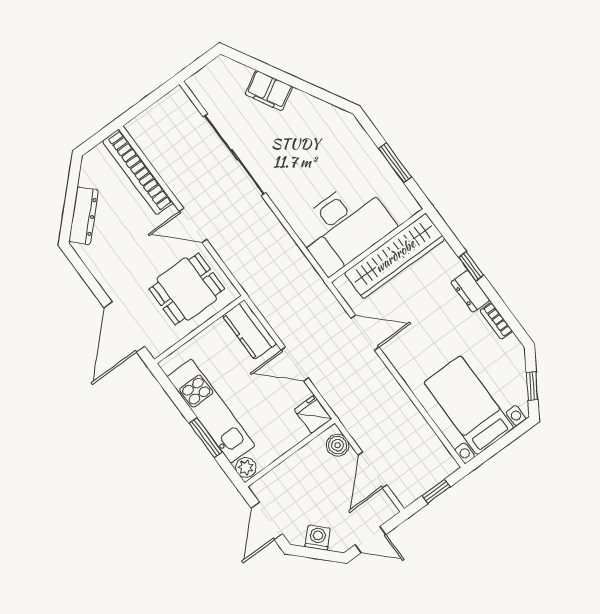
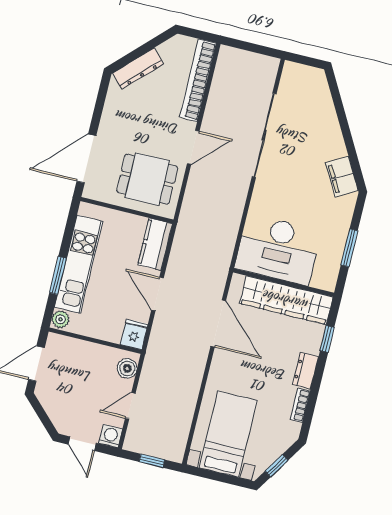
filing cabinet: (269, 91) -> (342, 177), moved
door: (193, 225) -> (193, 147), swing flipped
window: (471, 266) -> (327, 339), moved
door: (365, 333) -> (218, 323), width x1.36
door: (373, 470) -> (130, 406), width x0.73
washing machine: (318, 538) -> (110, 436), moved, turned -45

